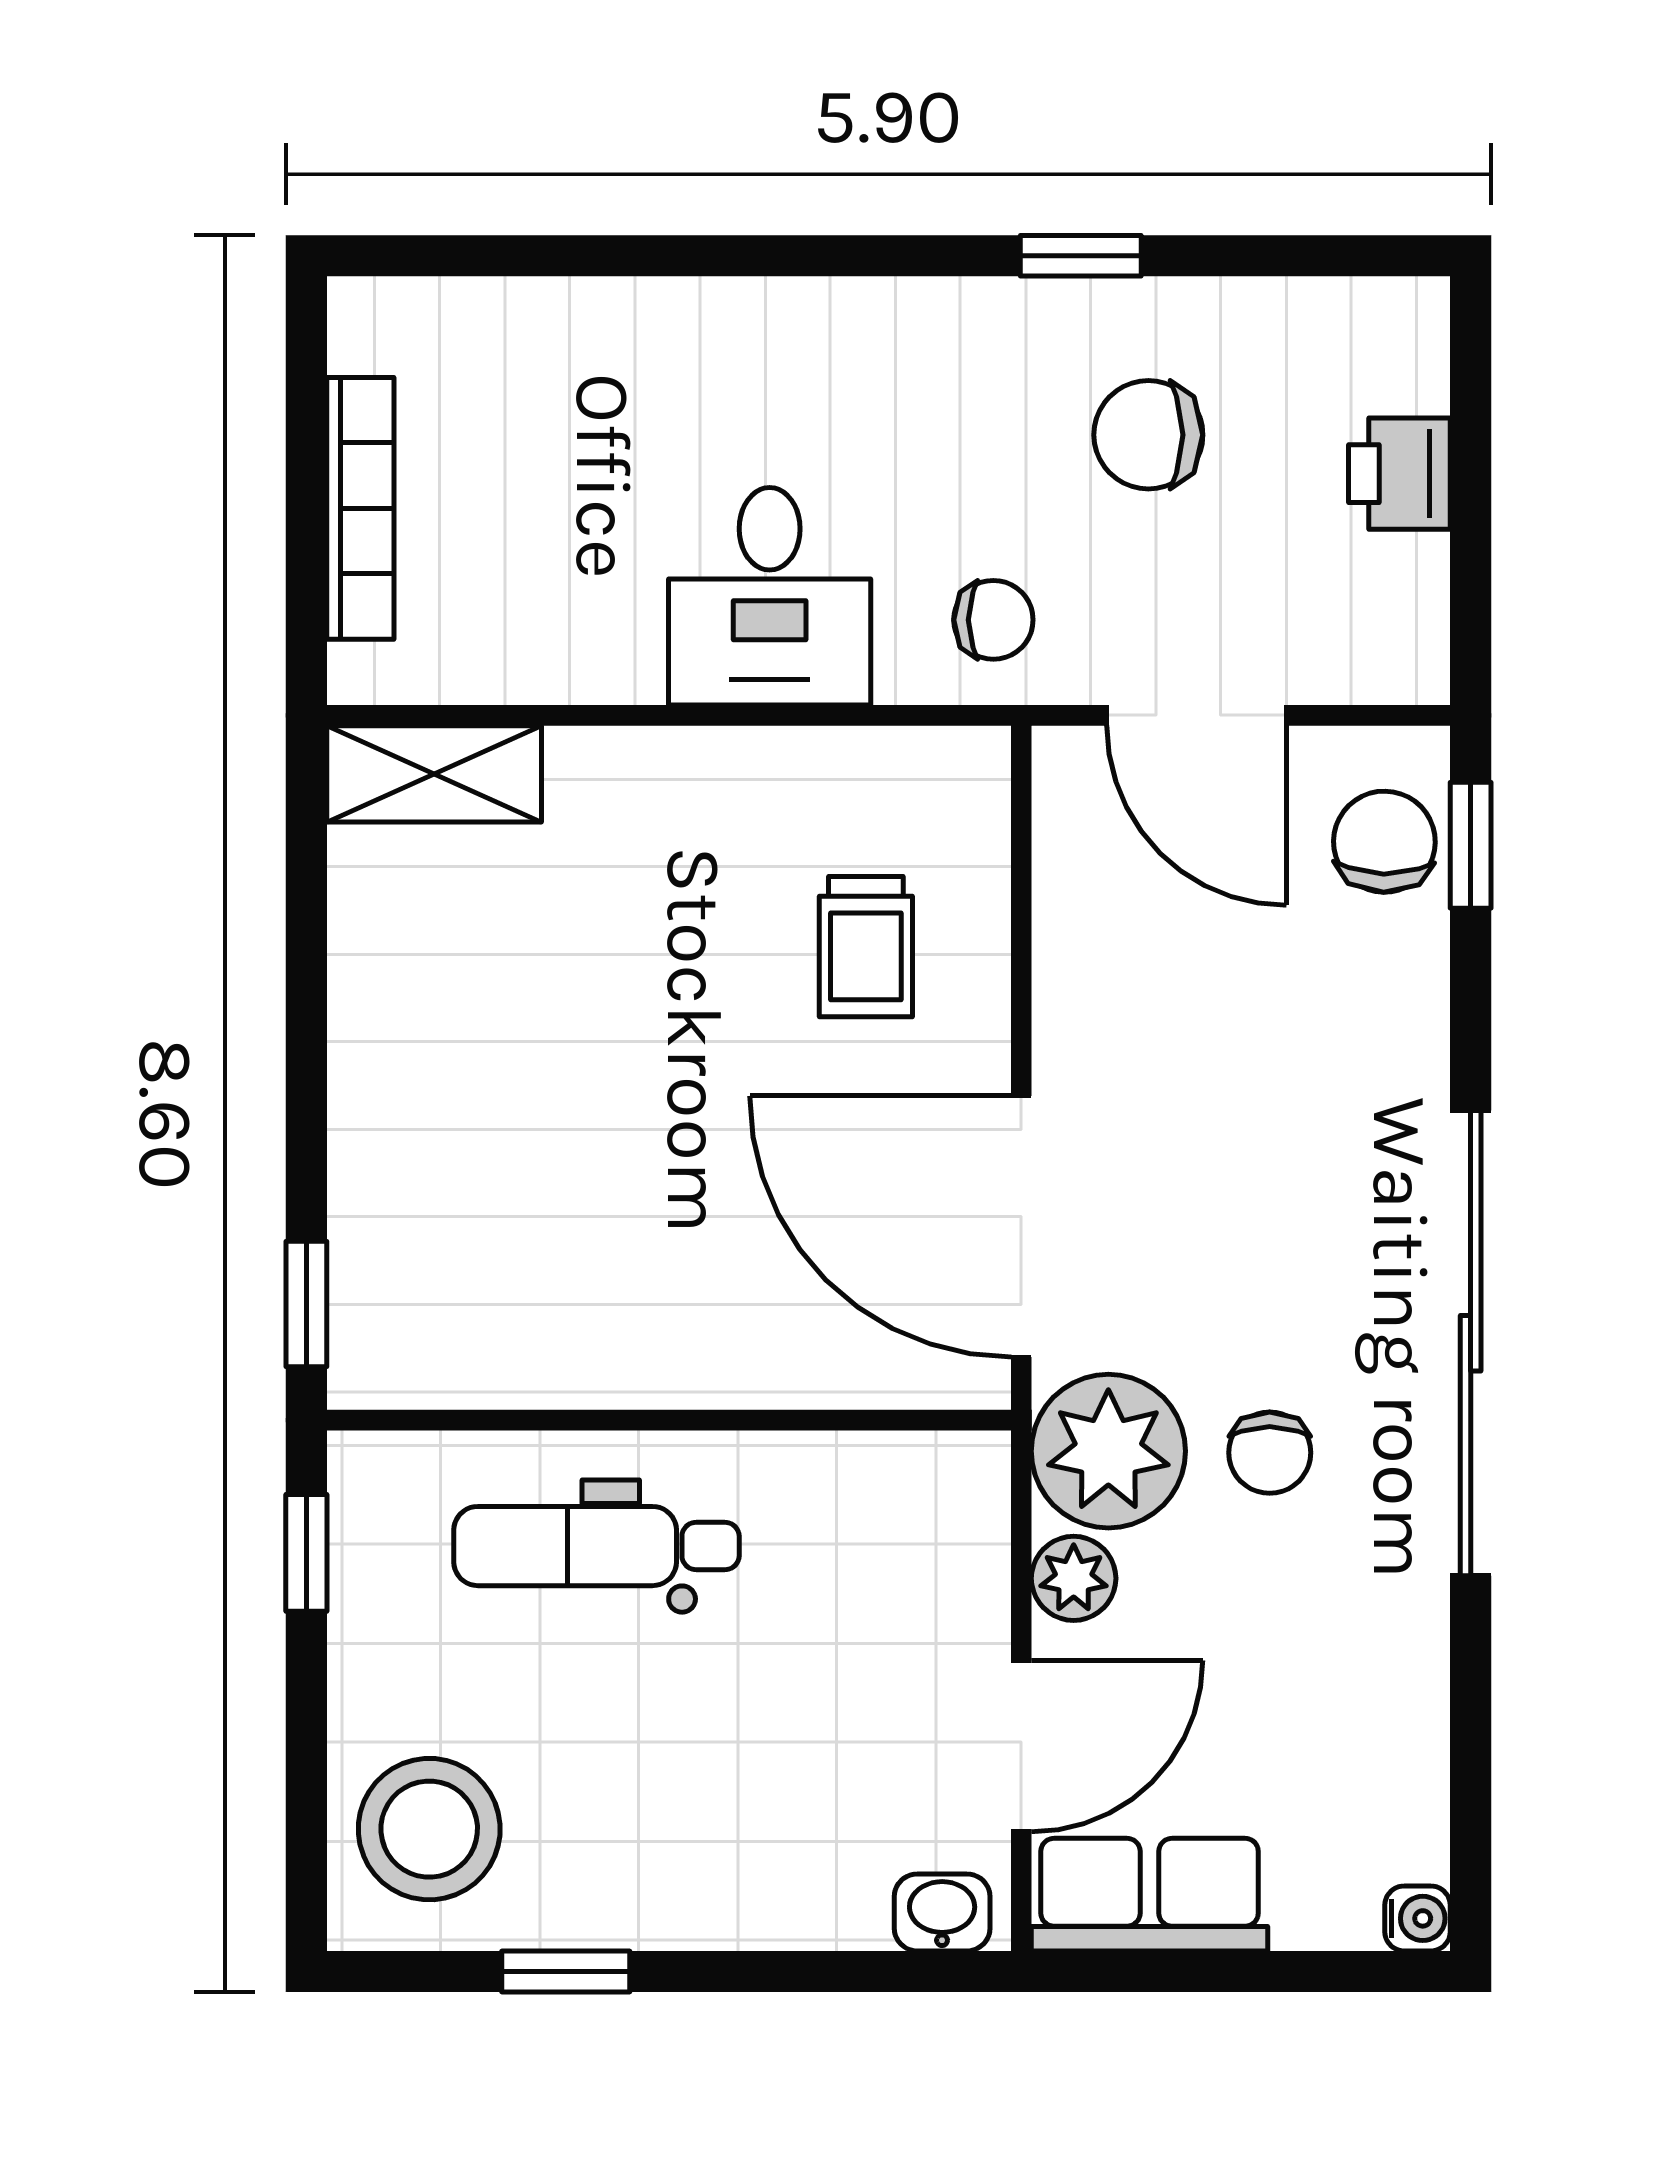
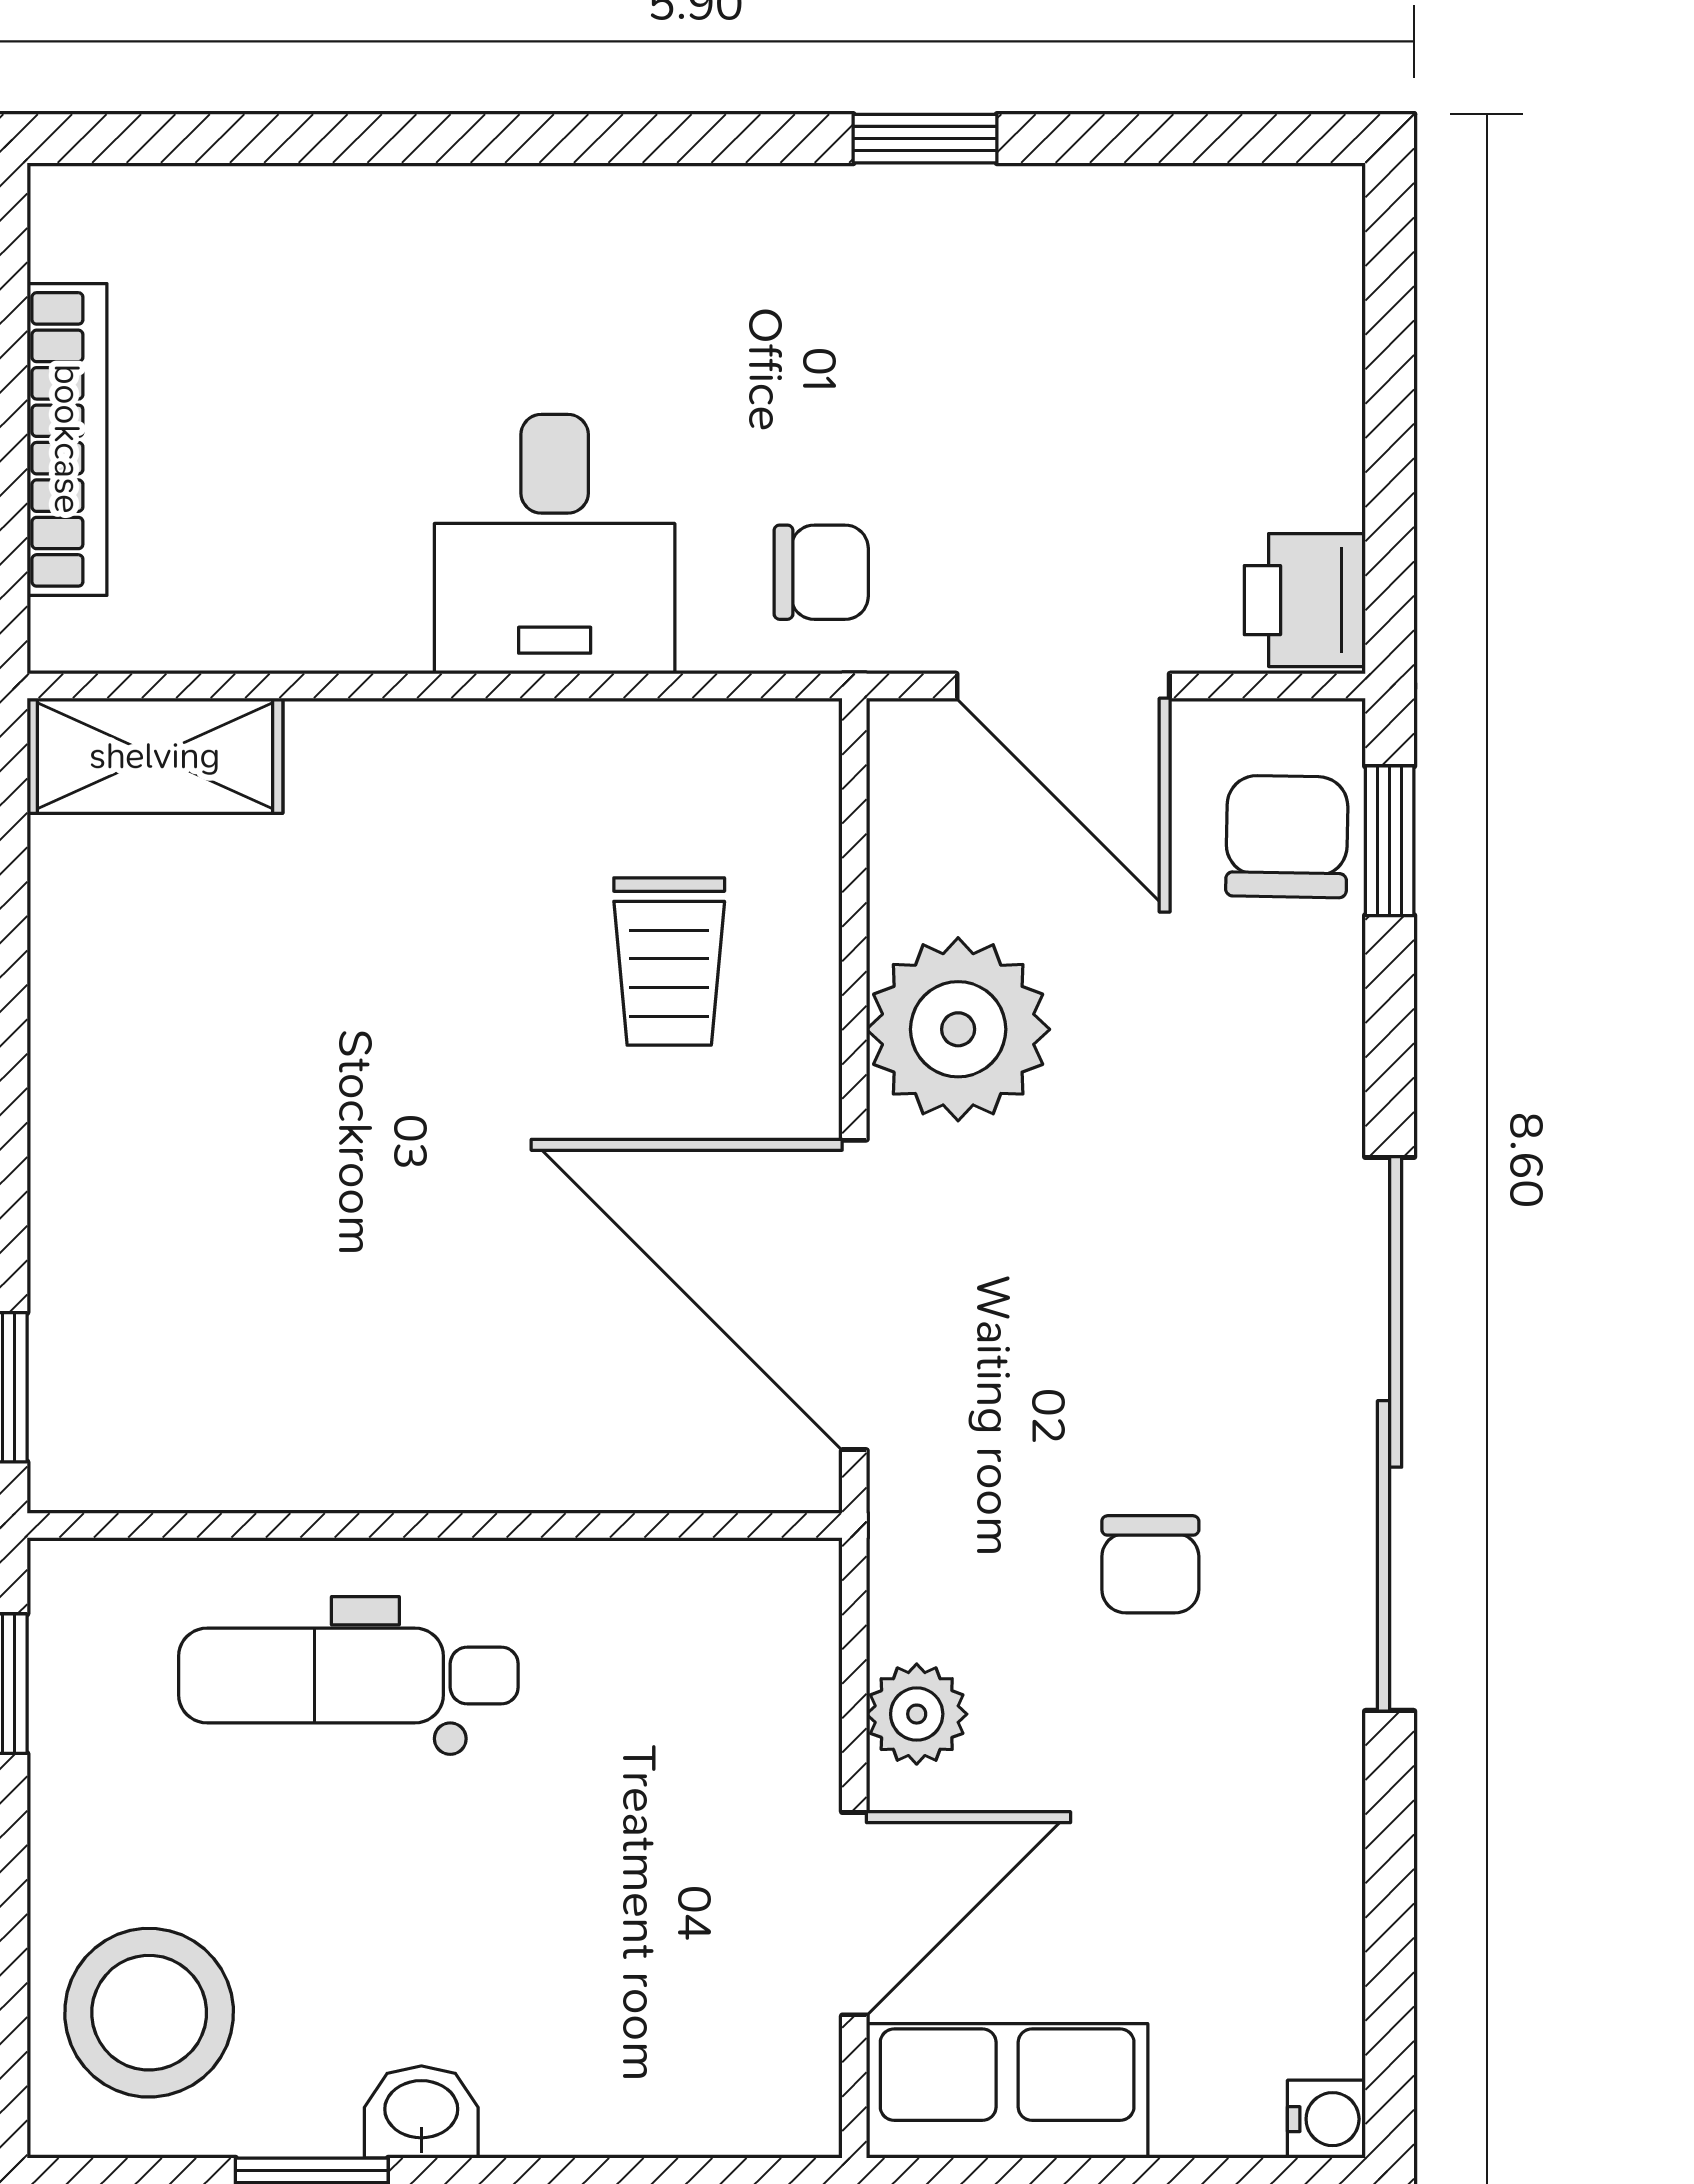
chair: (1148, 435) -> (1006, 352), removed
printer: (1399, 474) -> (1305, 600), moved
plant: (1108, 1451) -> (958, 1029), moved
washbasin: (942, 1912) -> (421, 2112), moved

